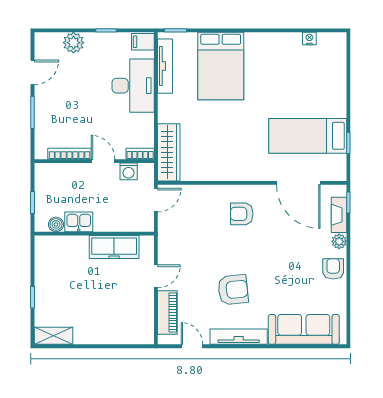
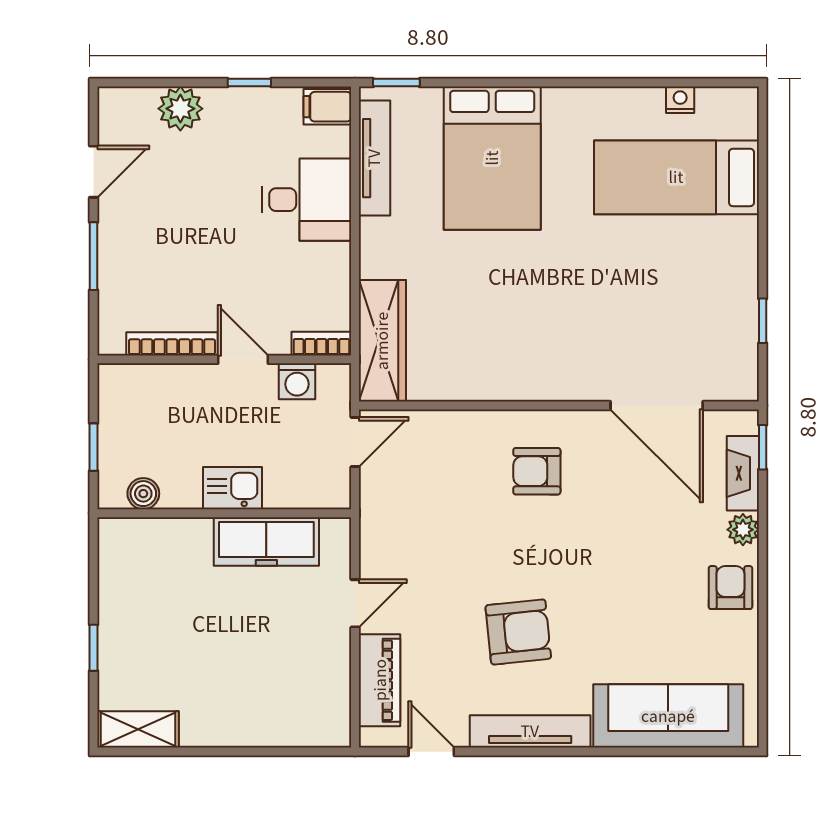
desk: (133, 86) -> (307, 200), width x0.73
bed: (308, 136) -> (676, 177), moved
kitchen sink: (79, 222) -> (232, 488), moved

